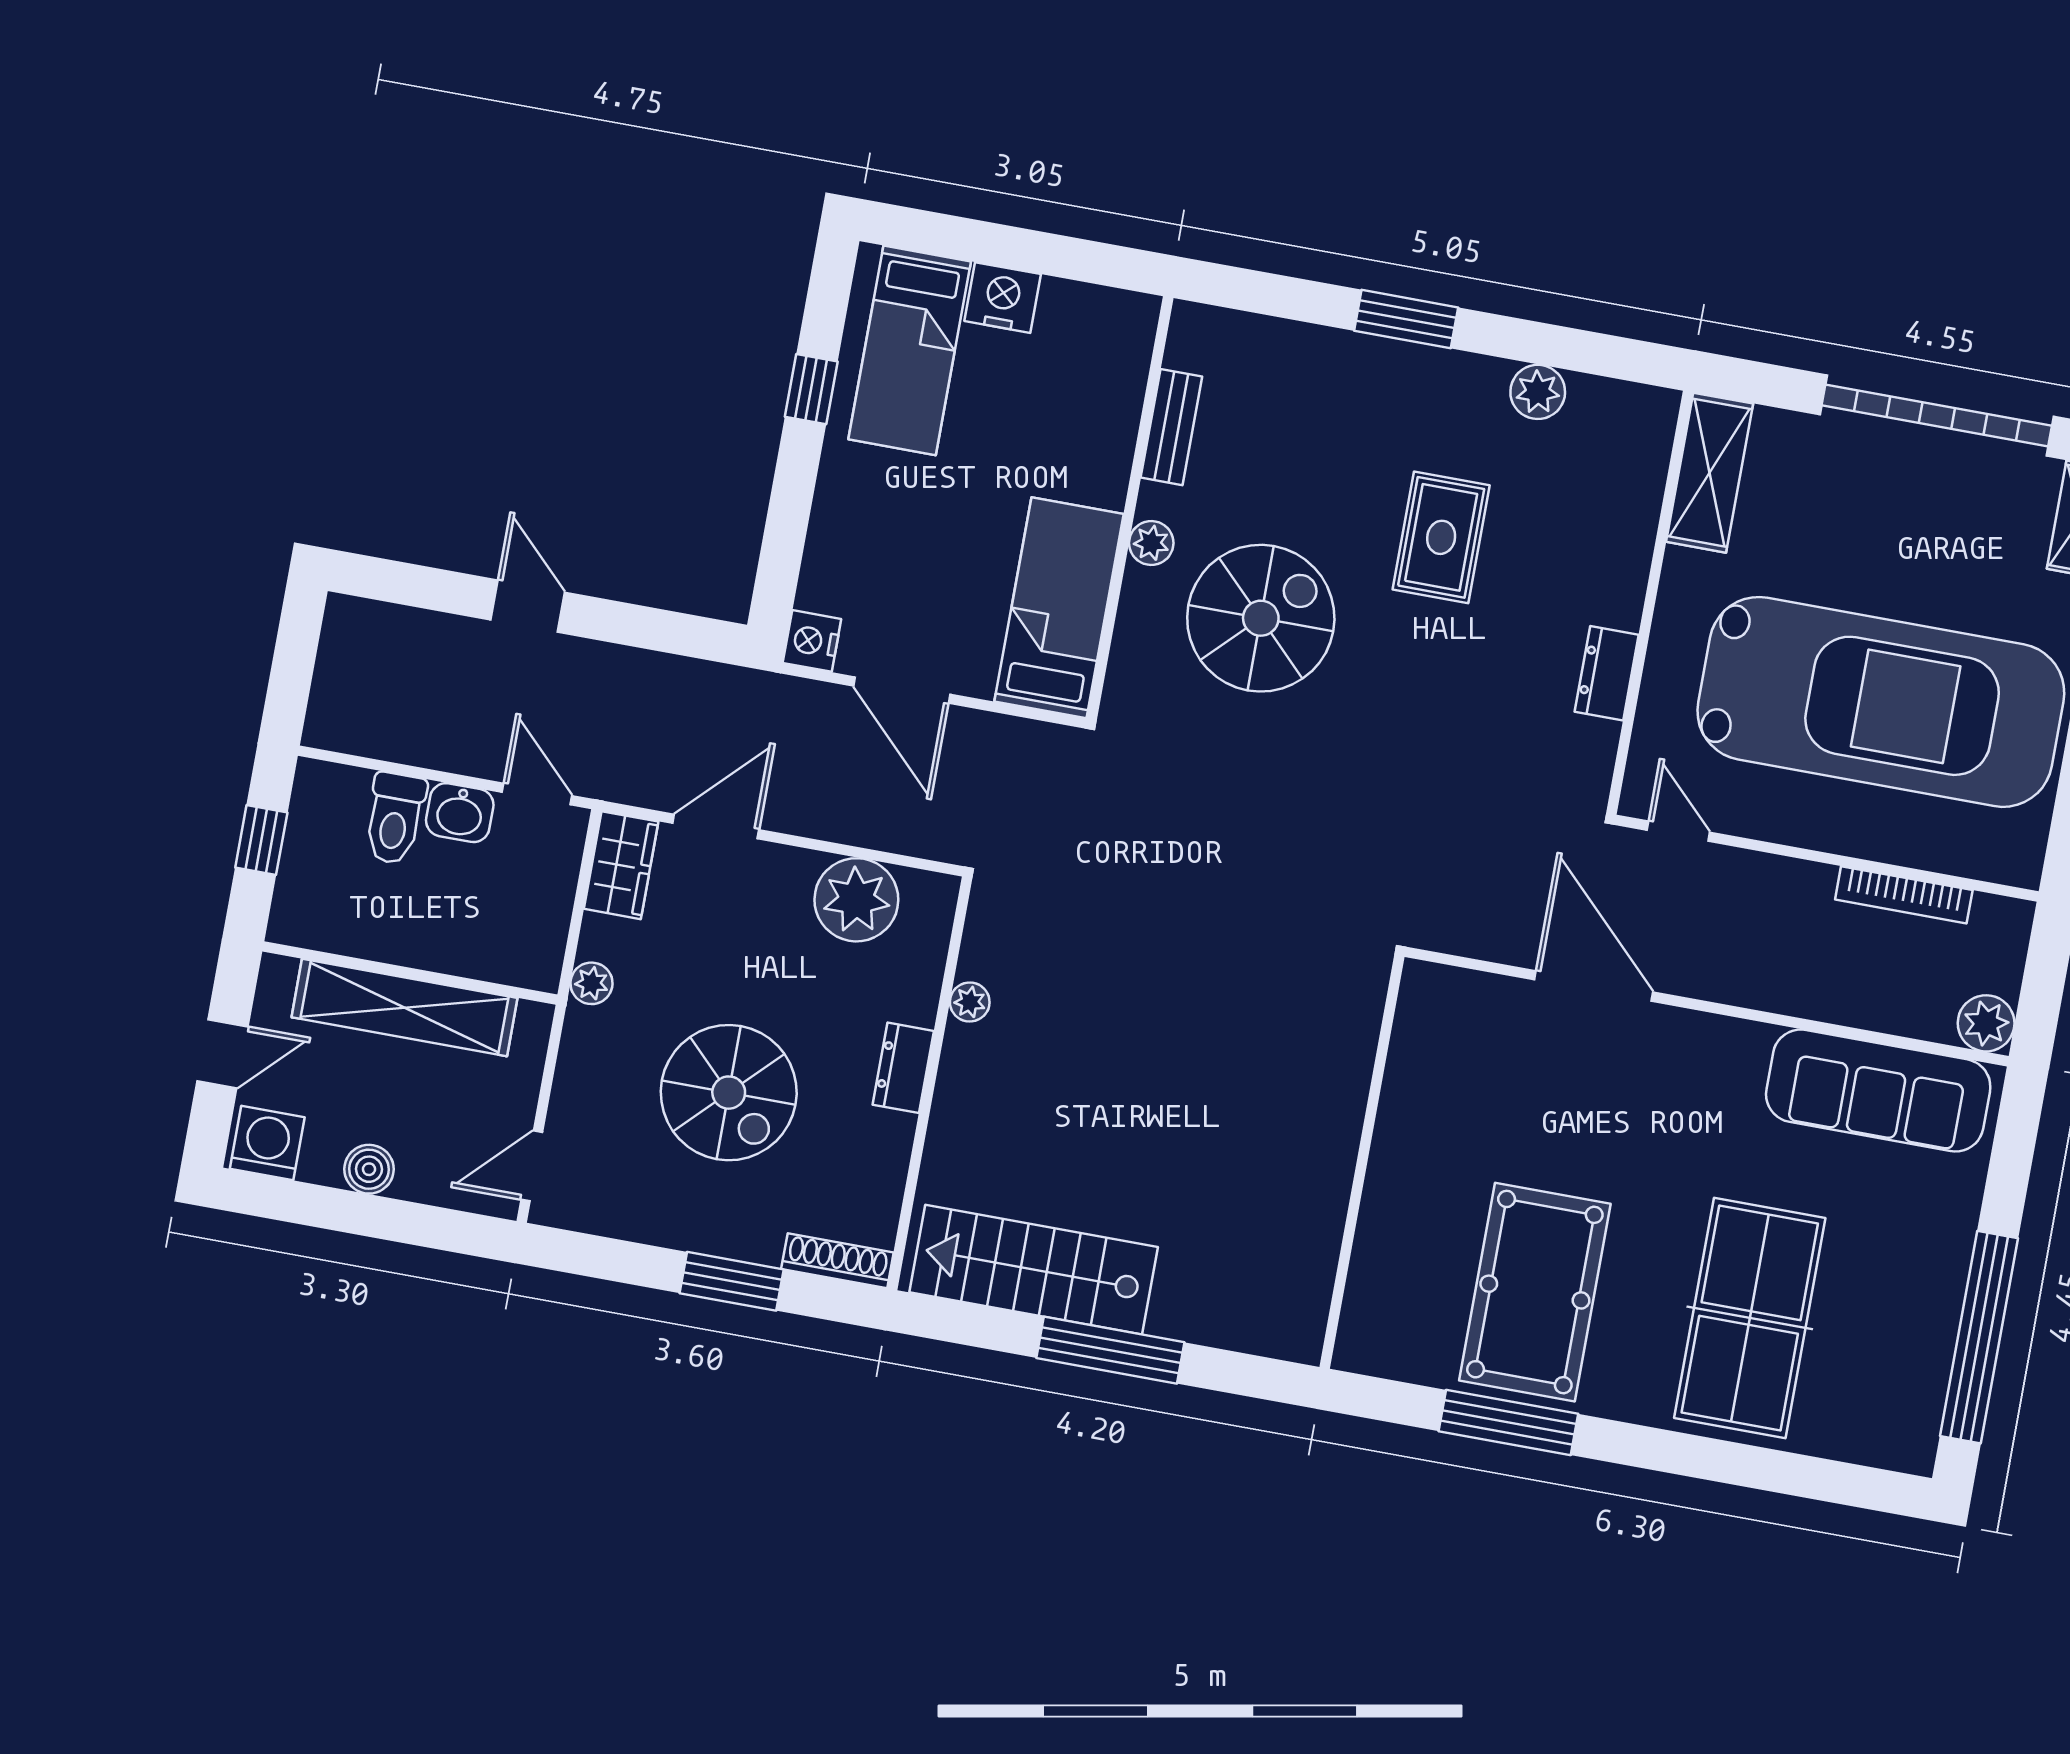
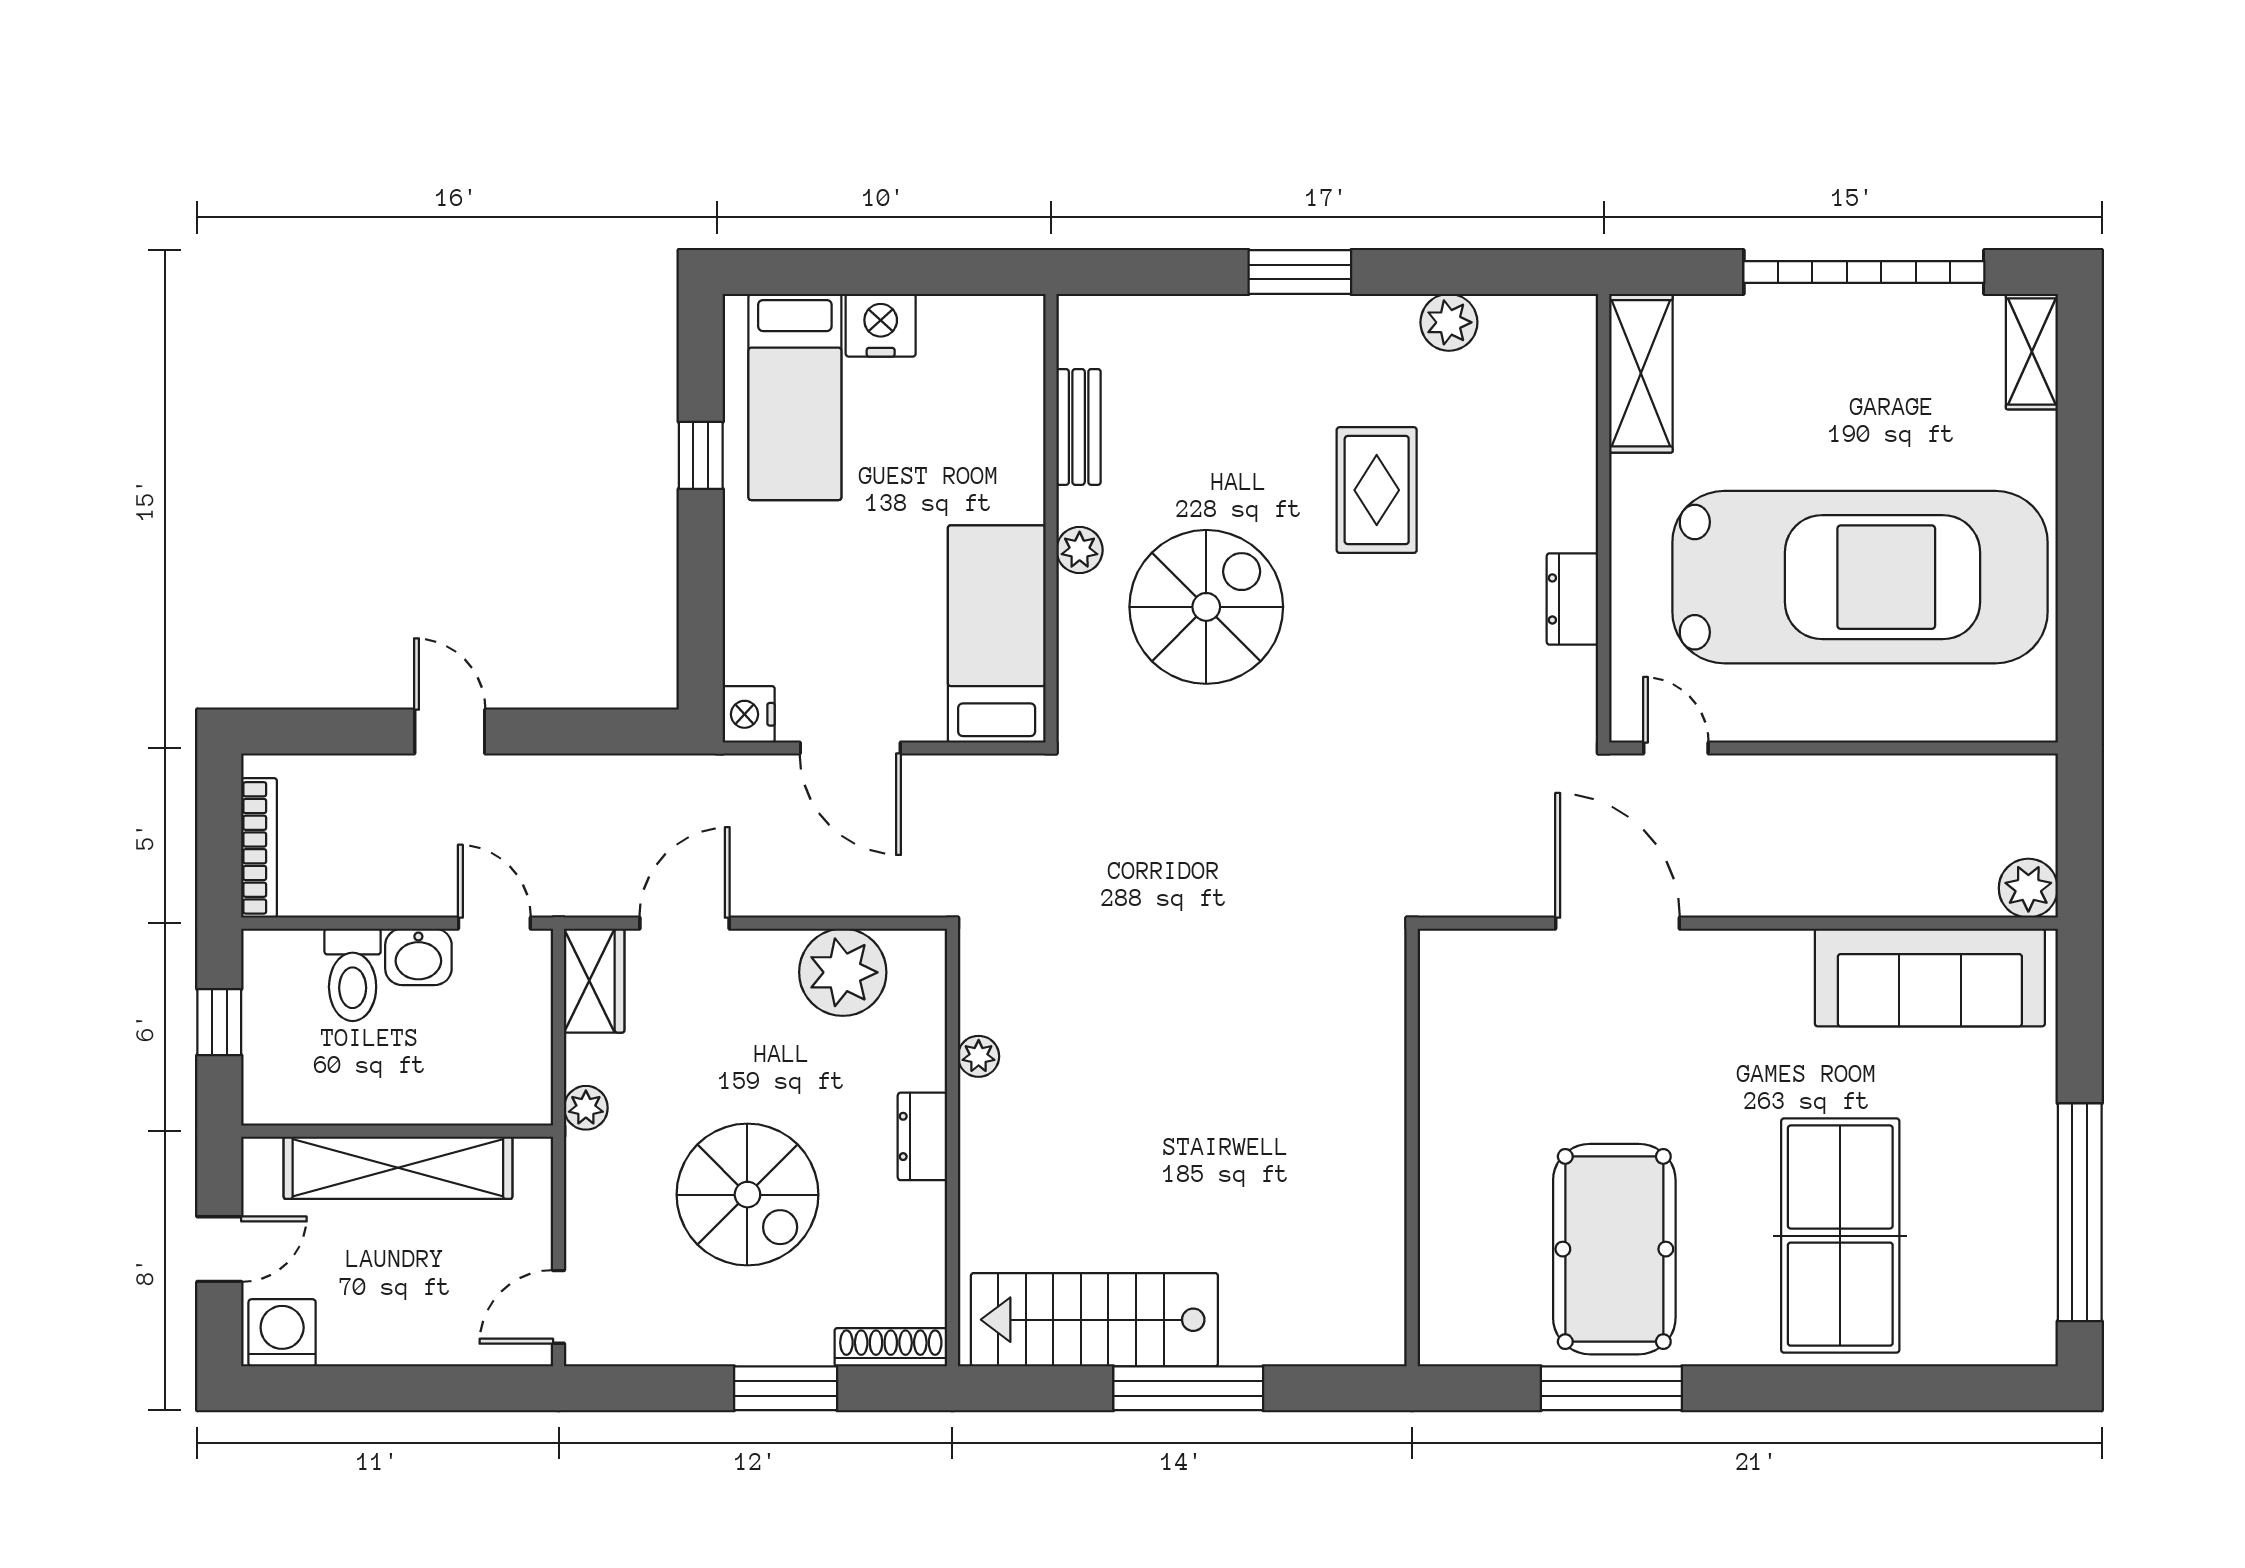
bookcase: (1904, 895) -> (259, 848), moved, turned -90
boiler: (369, 1169) -> (392, 1341), removed

